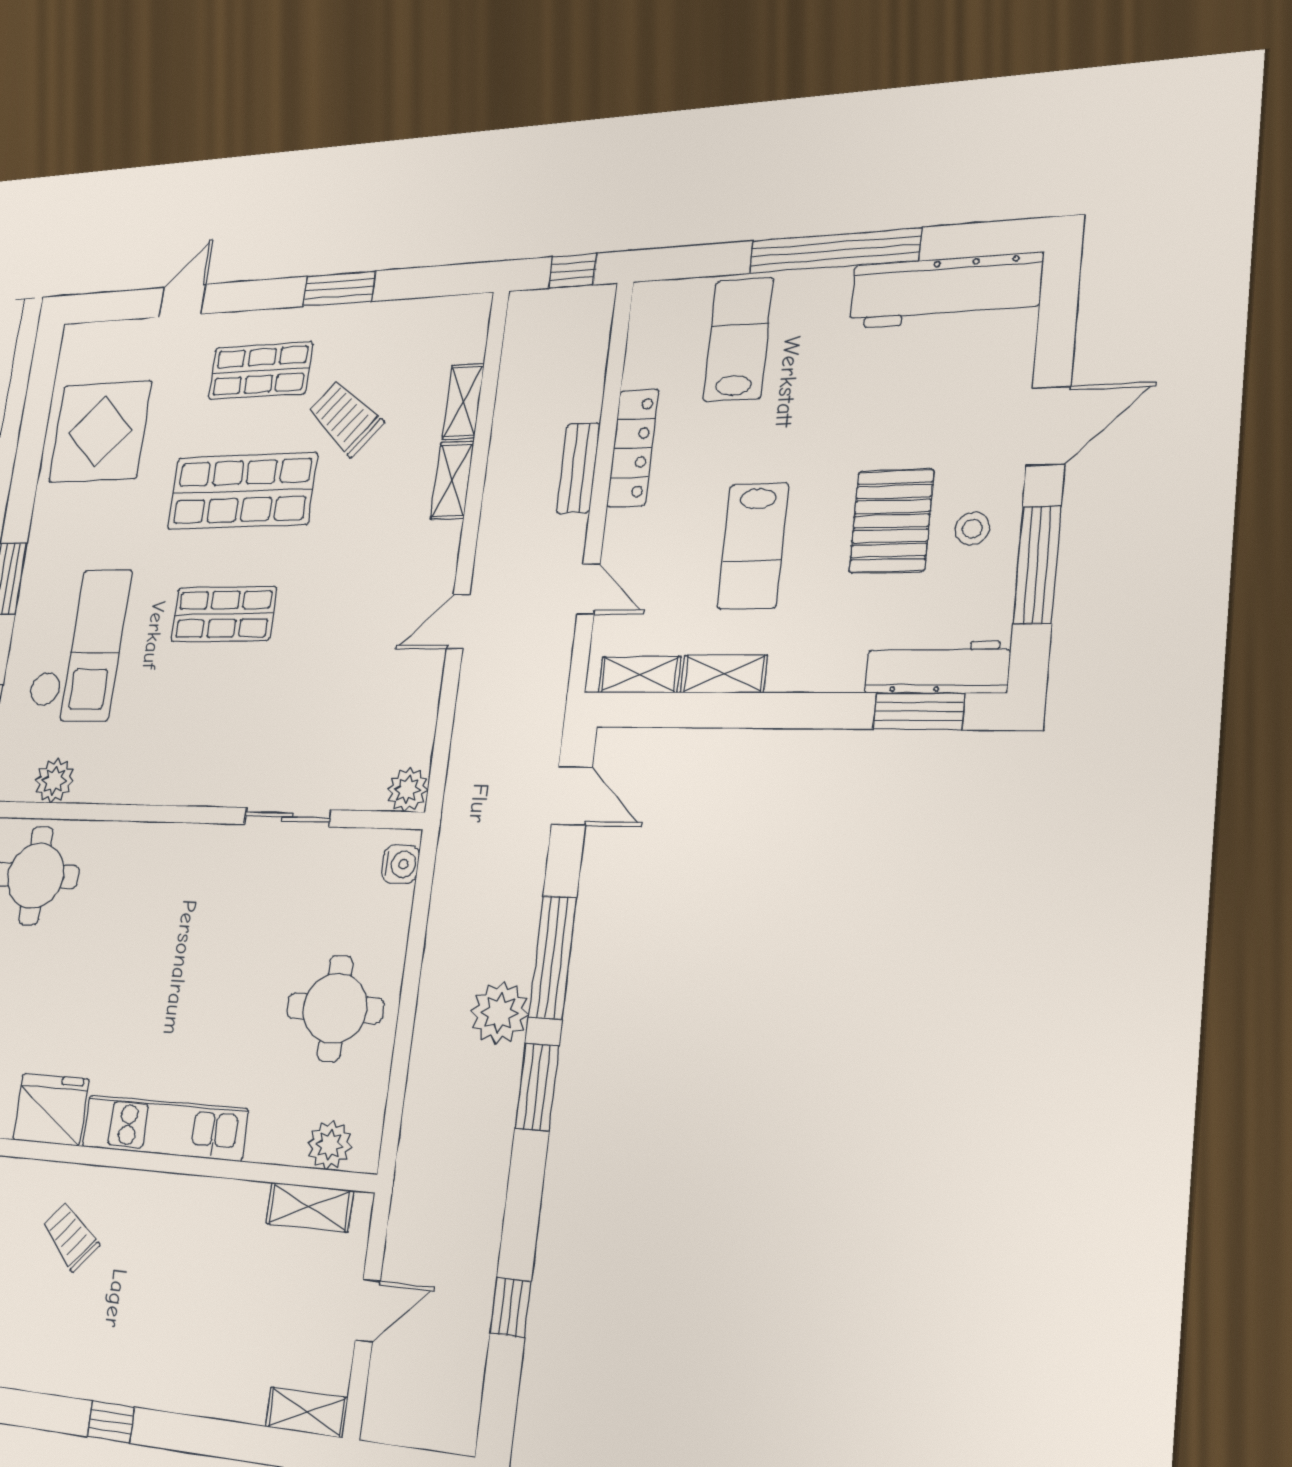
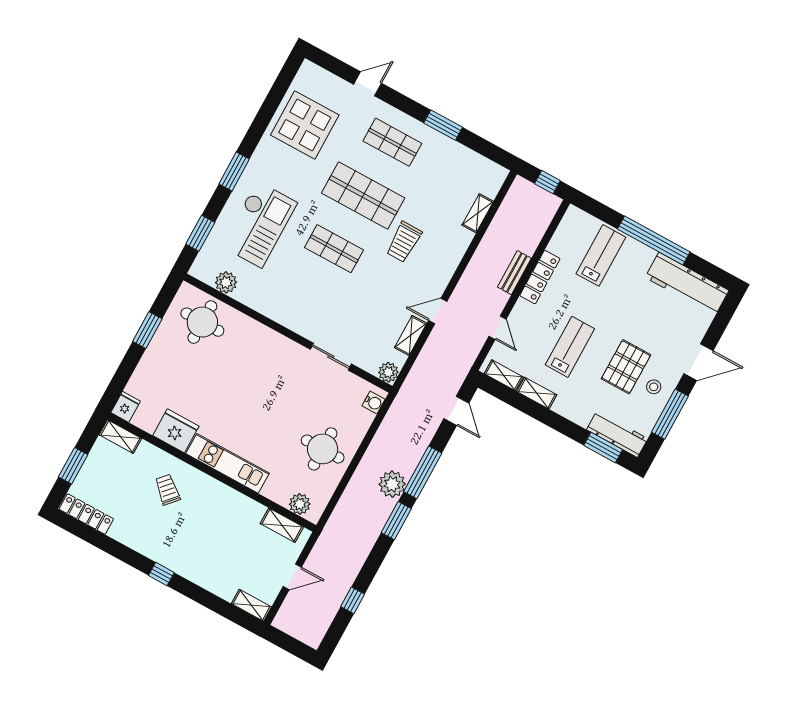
trolley: (345, 418) -> (404, 242), moved, turned -131
shelving: (452, 480) -> (411, 335), moved
lab bench: (753, 546) -> (570, 347), turned 180

